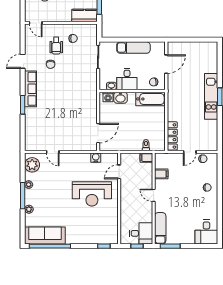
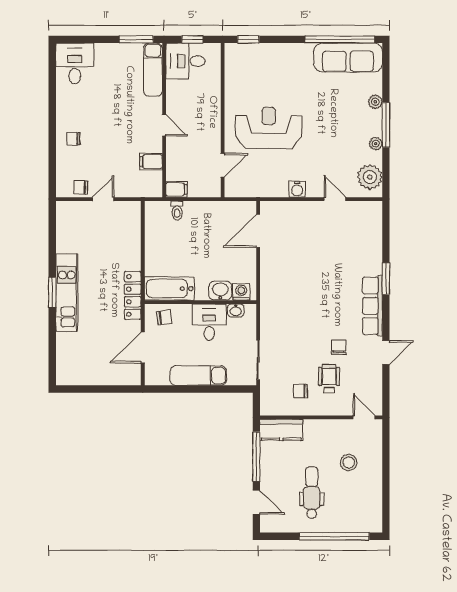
locker: (172, 136) -> (133, 295), moved
water cooler: (96, 158) -> (297, 189), moved

